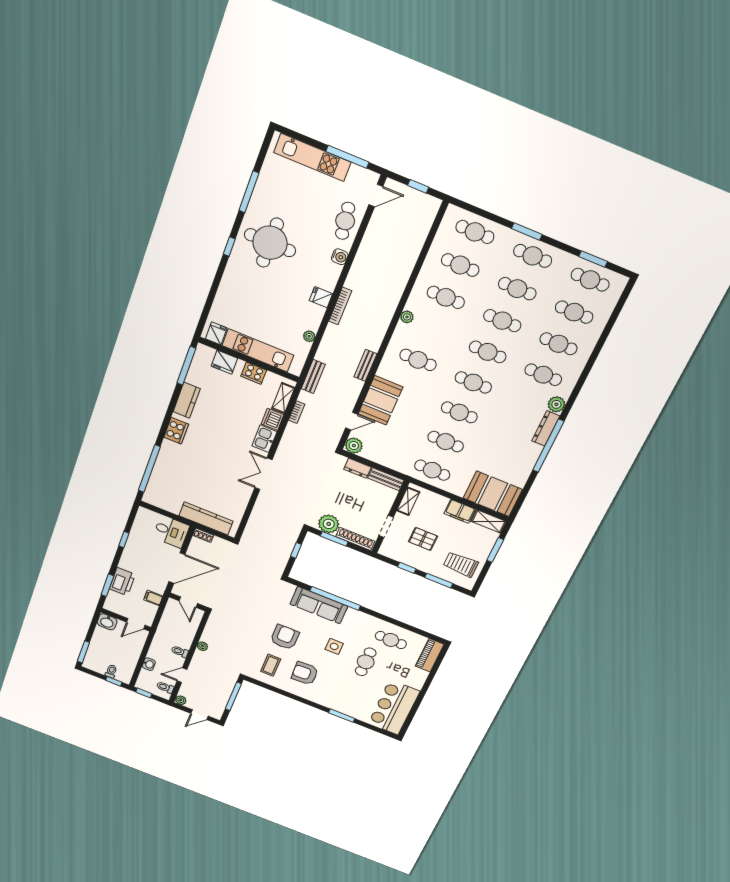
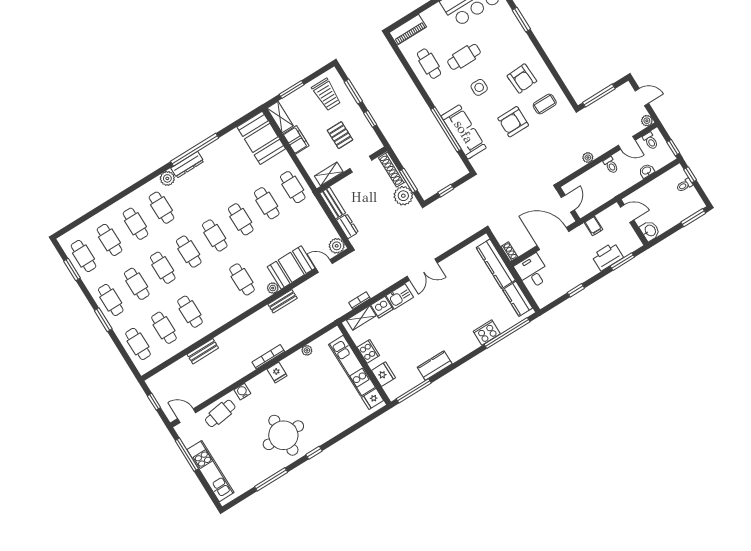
plant: (407, 317) -> (273, 288), moved
bench: (313, 377) -> (203, 351), moved
cooker: (176, 431) -> (487, 332), moved
kitchen counter: (164, 502) -> (518, 299), added

